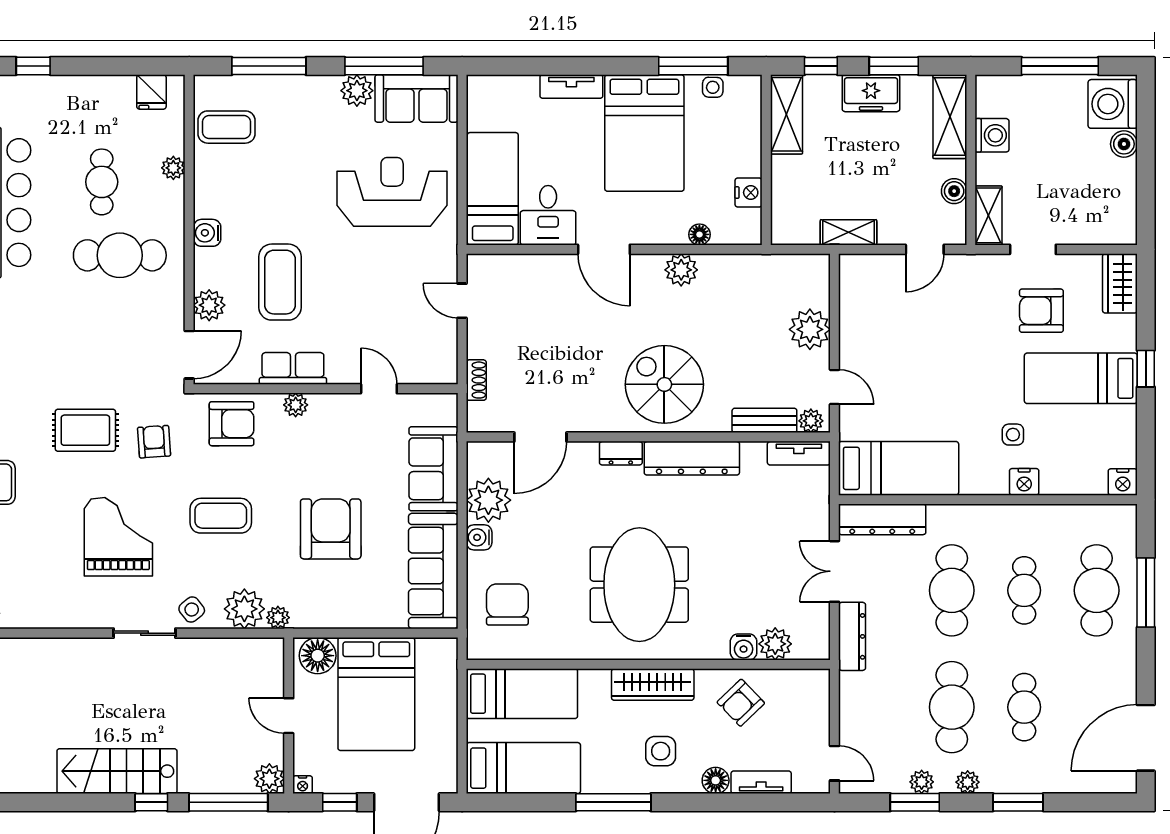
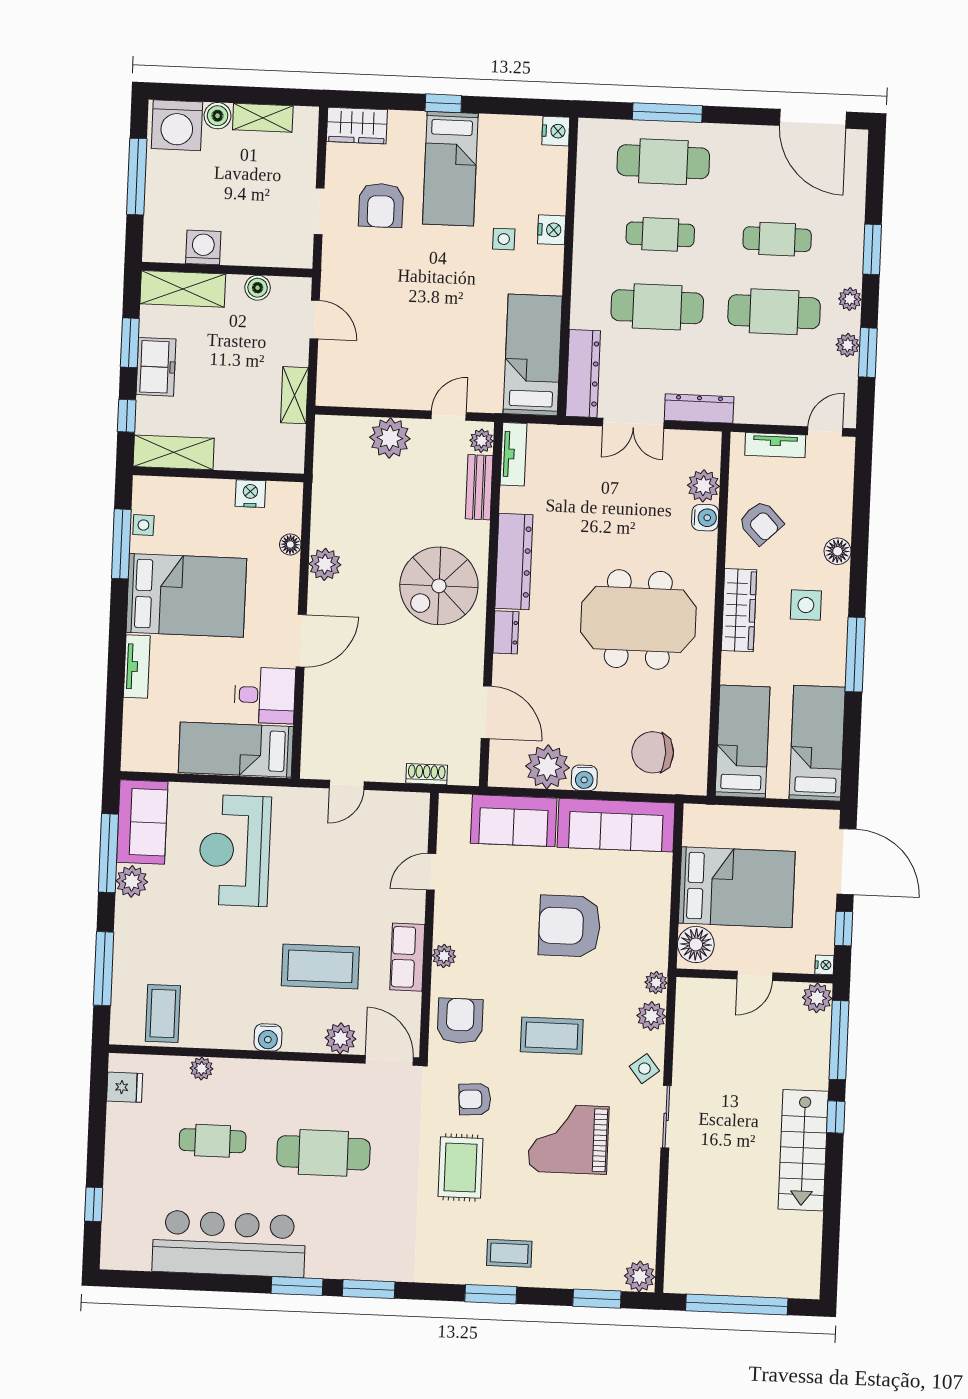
shelving: (989, 215) -> (263, 118), moved
cafe table: (120, 255) -> (323, 1153), moved, turned 90
coffee table: (221, 516) -> (552, 1036), turned 90
plant: (244, 609) -> (651, 1016), width x0.73, depth x0.73
tv unit: (761, 782) -> (775, 445), moved, turned -90

